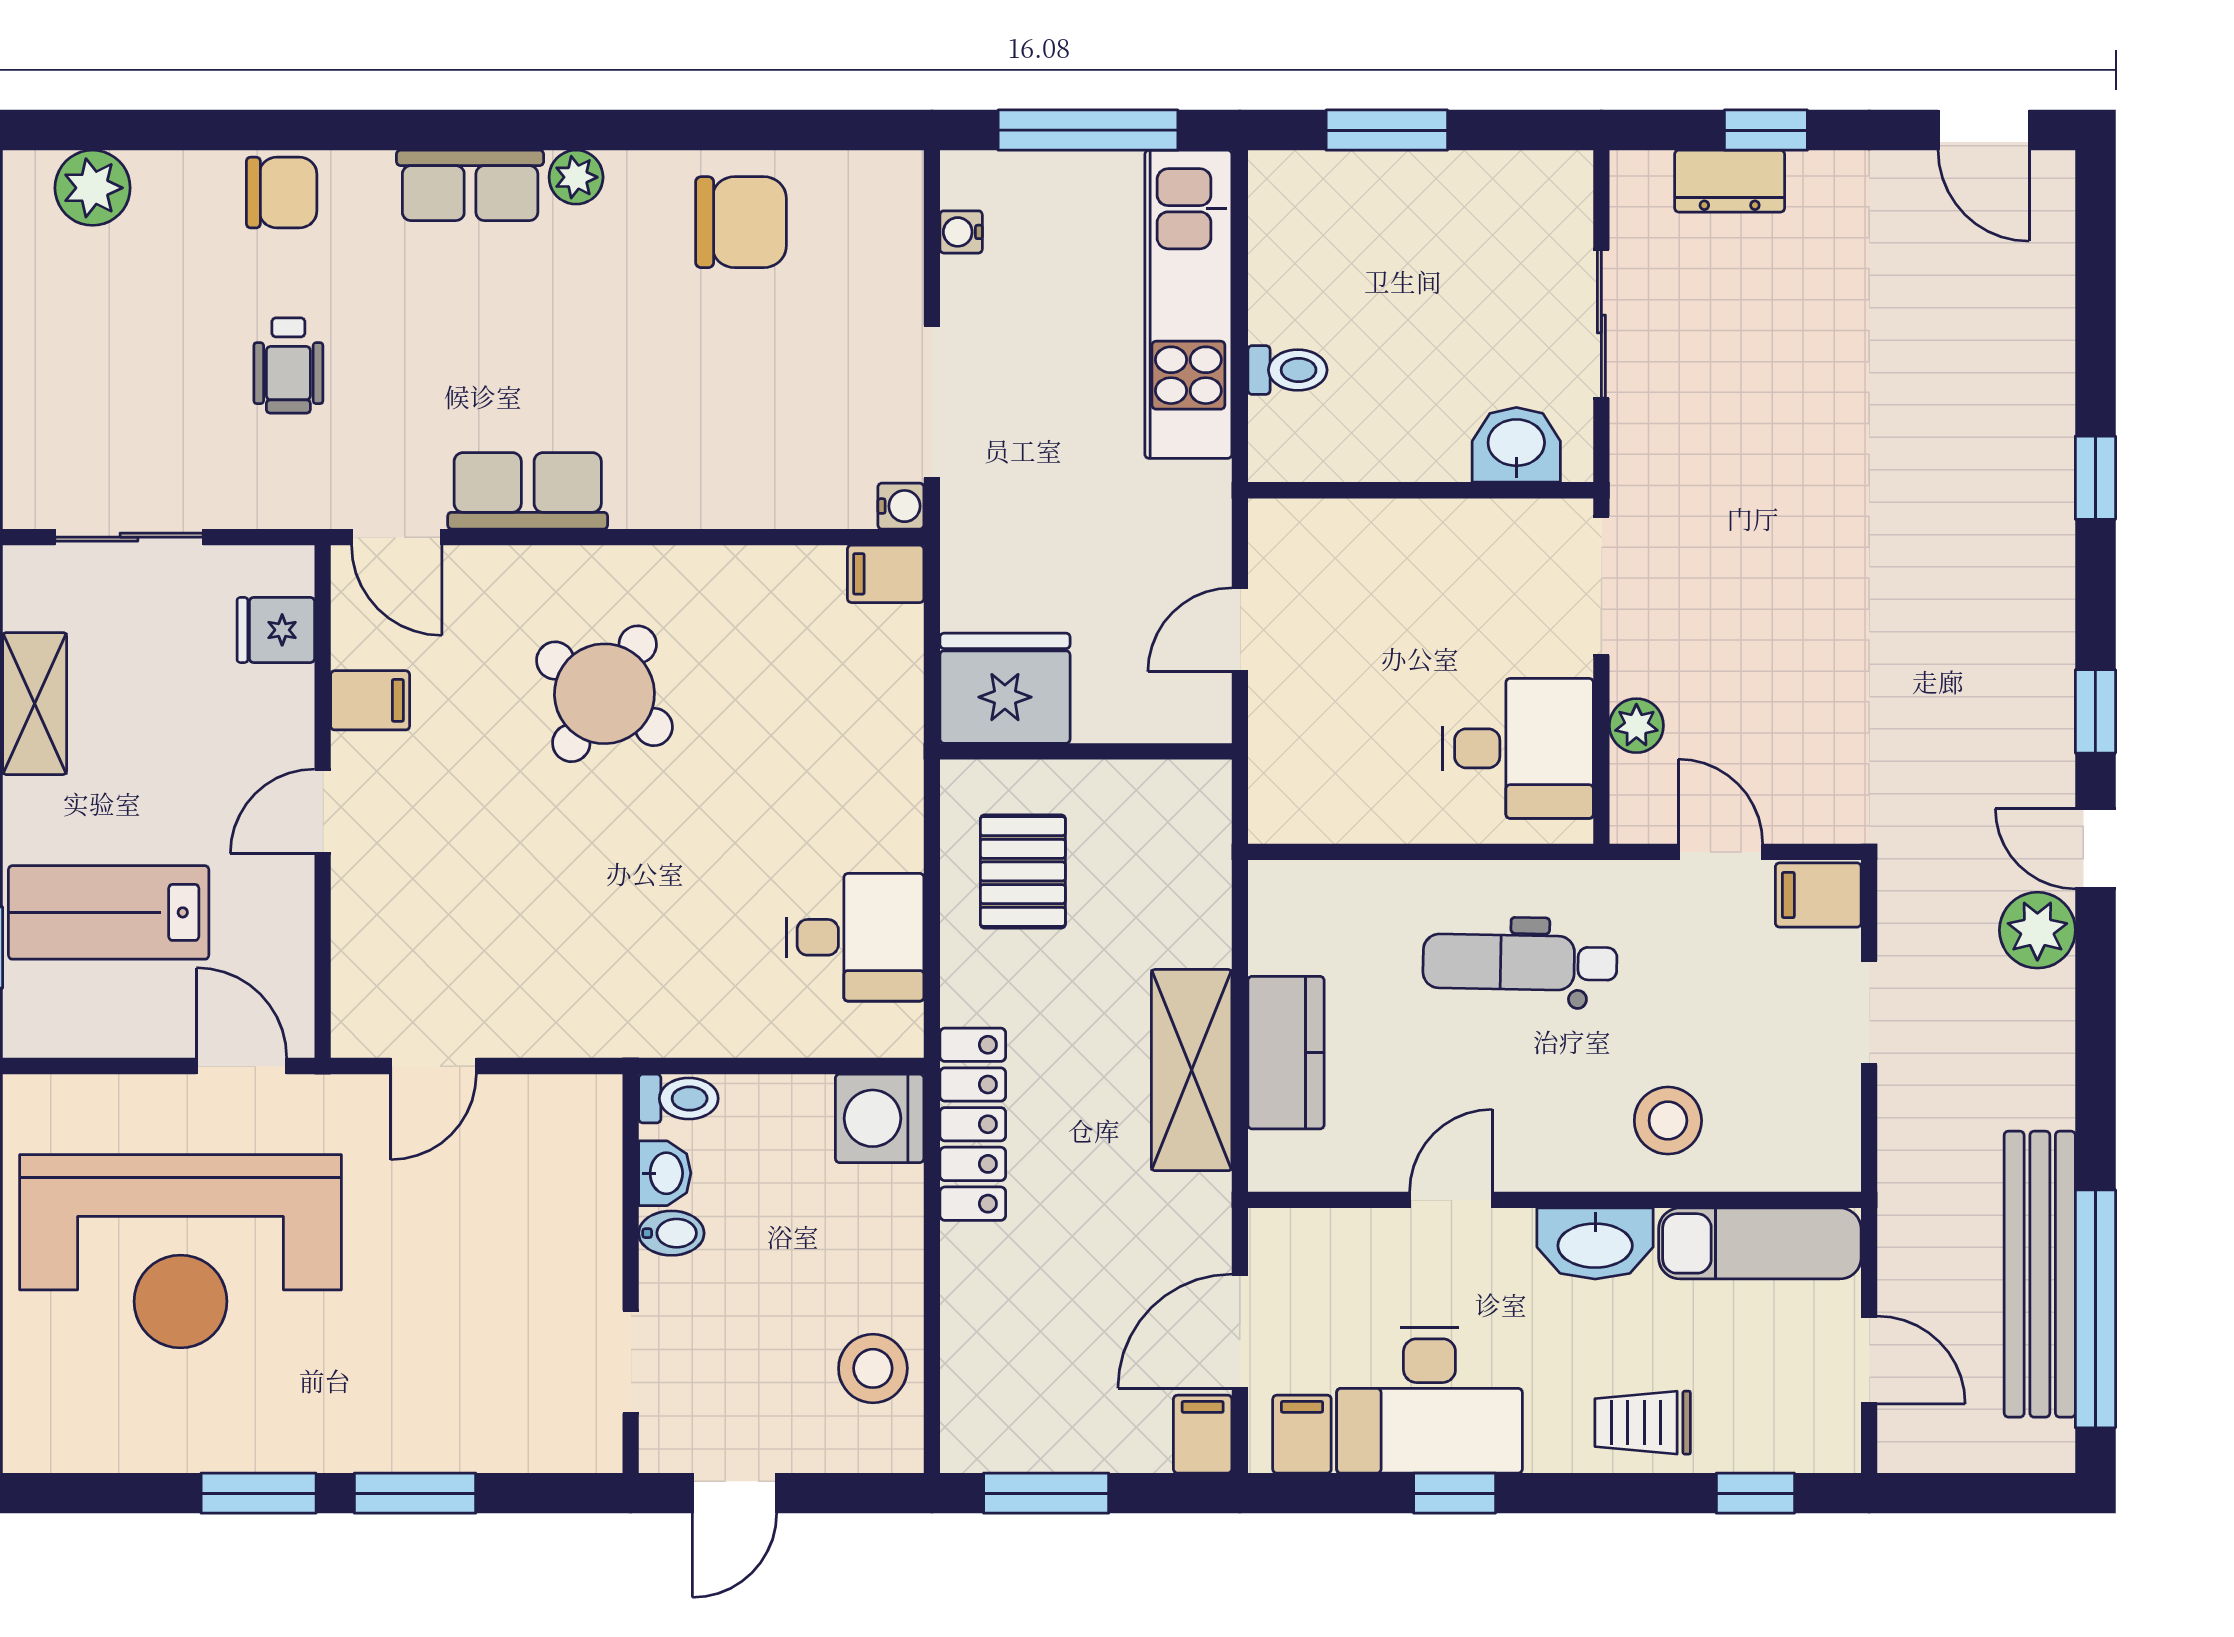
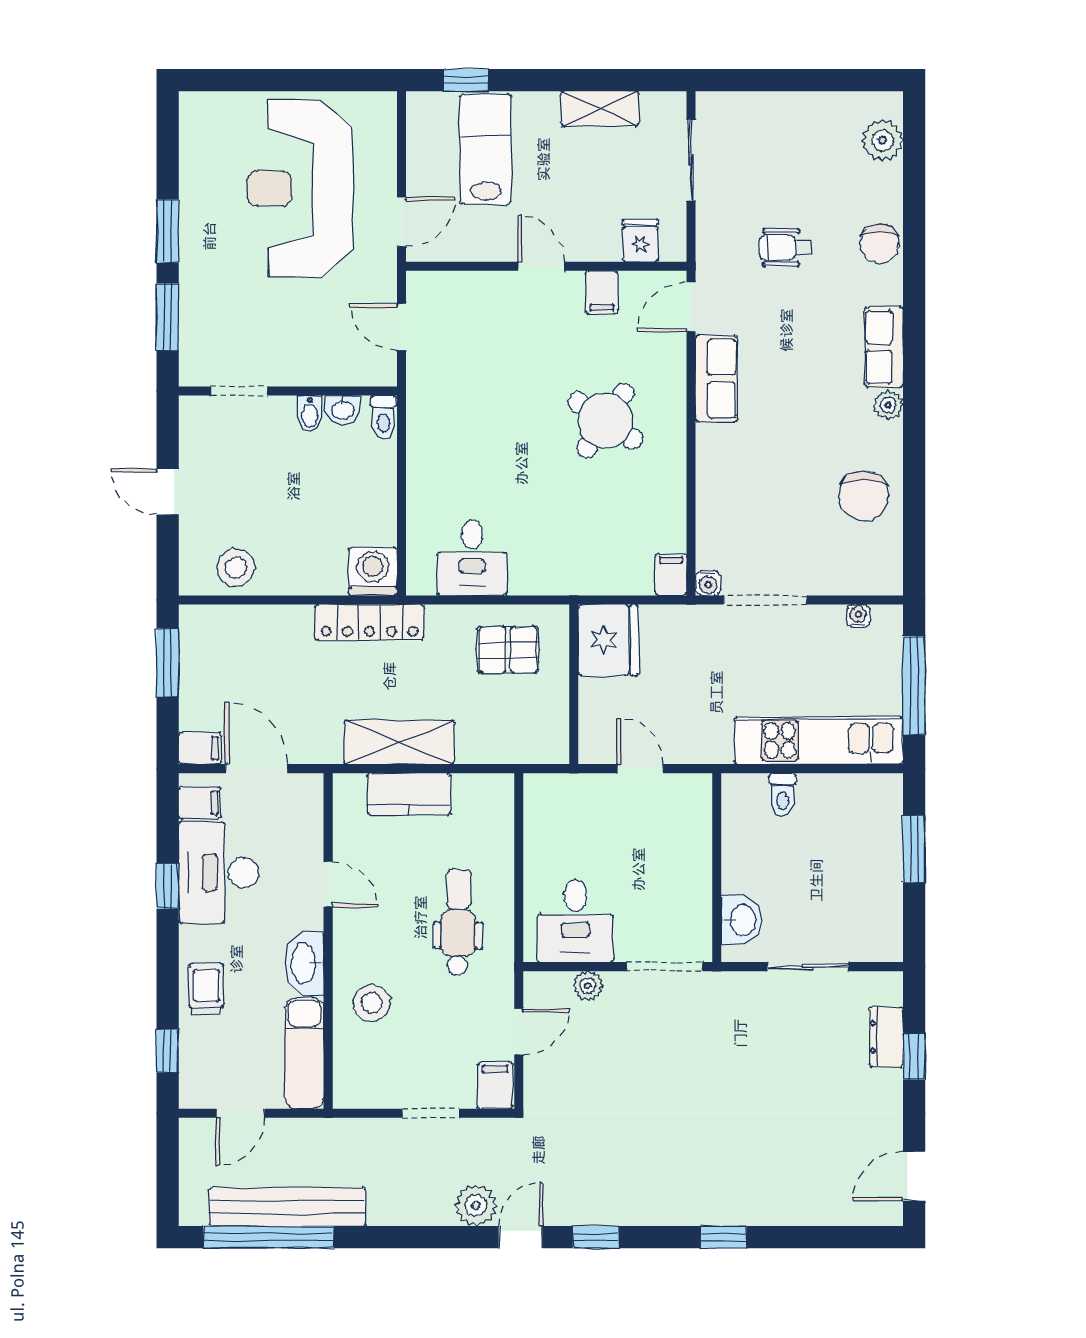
toilet: (678, 1098) -> (384, 417), moved
washbasin: (665, 1173) -> (343, 410), moved
bidet: (671, 1233) -> (310, 413), moved
wall: (631, 1274) -> (288, 391), moved
doorway: (631, 1362) -> (239, 391), moved

